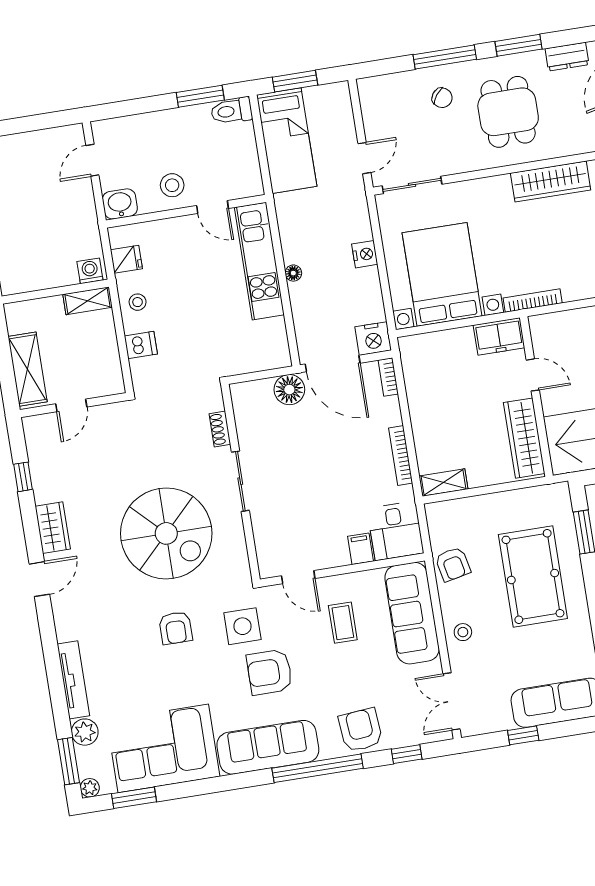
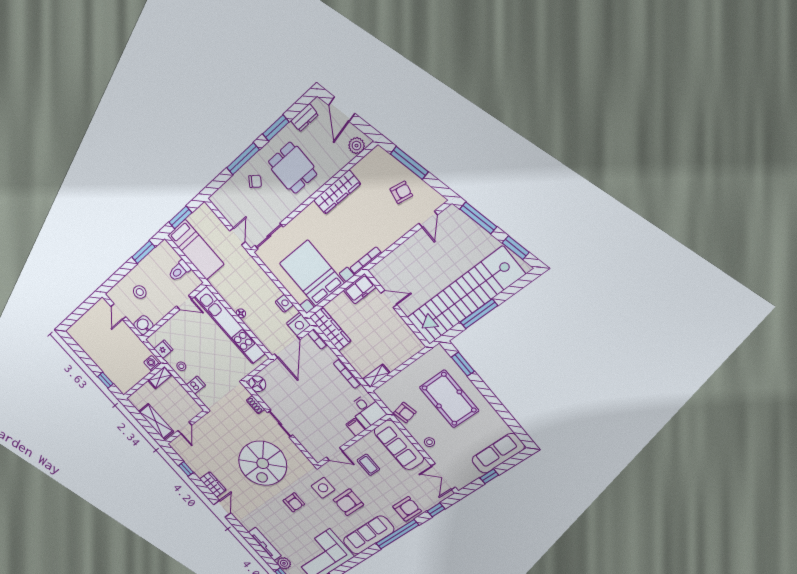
toilet: (232, 111) -> (179, 271), moved
stool: (172, 185) -> (140, 292), moved
nightstand: (365, 254) -> (284, 303), moved
kitchen unit: (259, 261) -> (230, 325), width x1.36
door: (333, 364) -> (287, 347), hinge flipped
floor lamp: (289, 390) -> (257, 384), moved
wardrobe: (524, 438) -> (330, 329), moved, turned 180
spiral stairs: (166, 533) -> (263, 463), turned 90
armchair: (361, 730) -> (407, 509), turned 95

